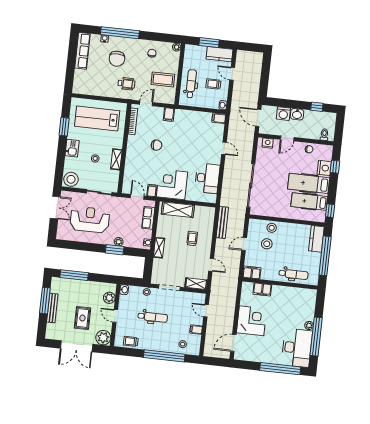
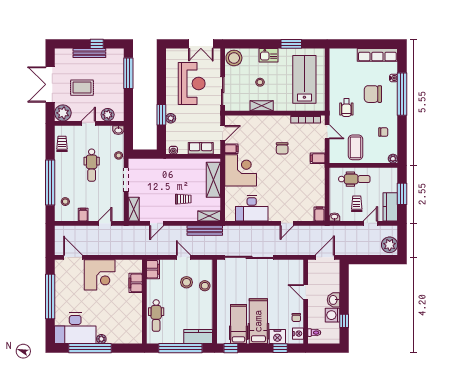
plant: (253, 59) -> (390, 245), added
washing machine: (283, 114) -> (333, 315), moved
nightstand: (268, 143) -> (298, 334), moved
shelving: (159, 248) -> (209, 216), moved
window: (45, 301) -> (97, 44), width x0.46
window: (280, 369) -> (50, 297), moved

